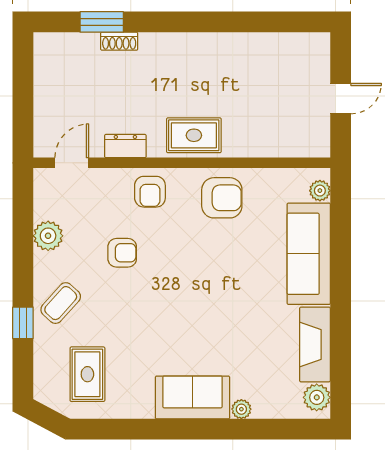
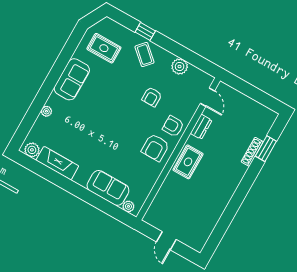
shoe rack: (119, 41) -> (252, 152), width x1.43
armchair: (222, 198) -> (155, 148), moved
sofa: (309, 254) -> (108, 188), width x0.73
sofa: (193, 397) -> (72, 79), moved

